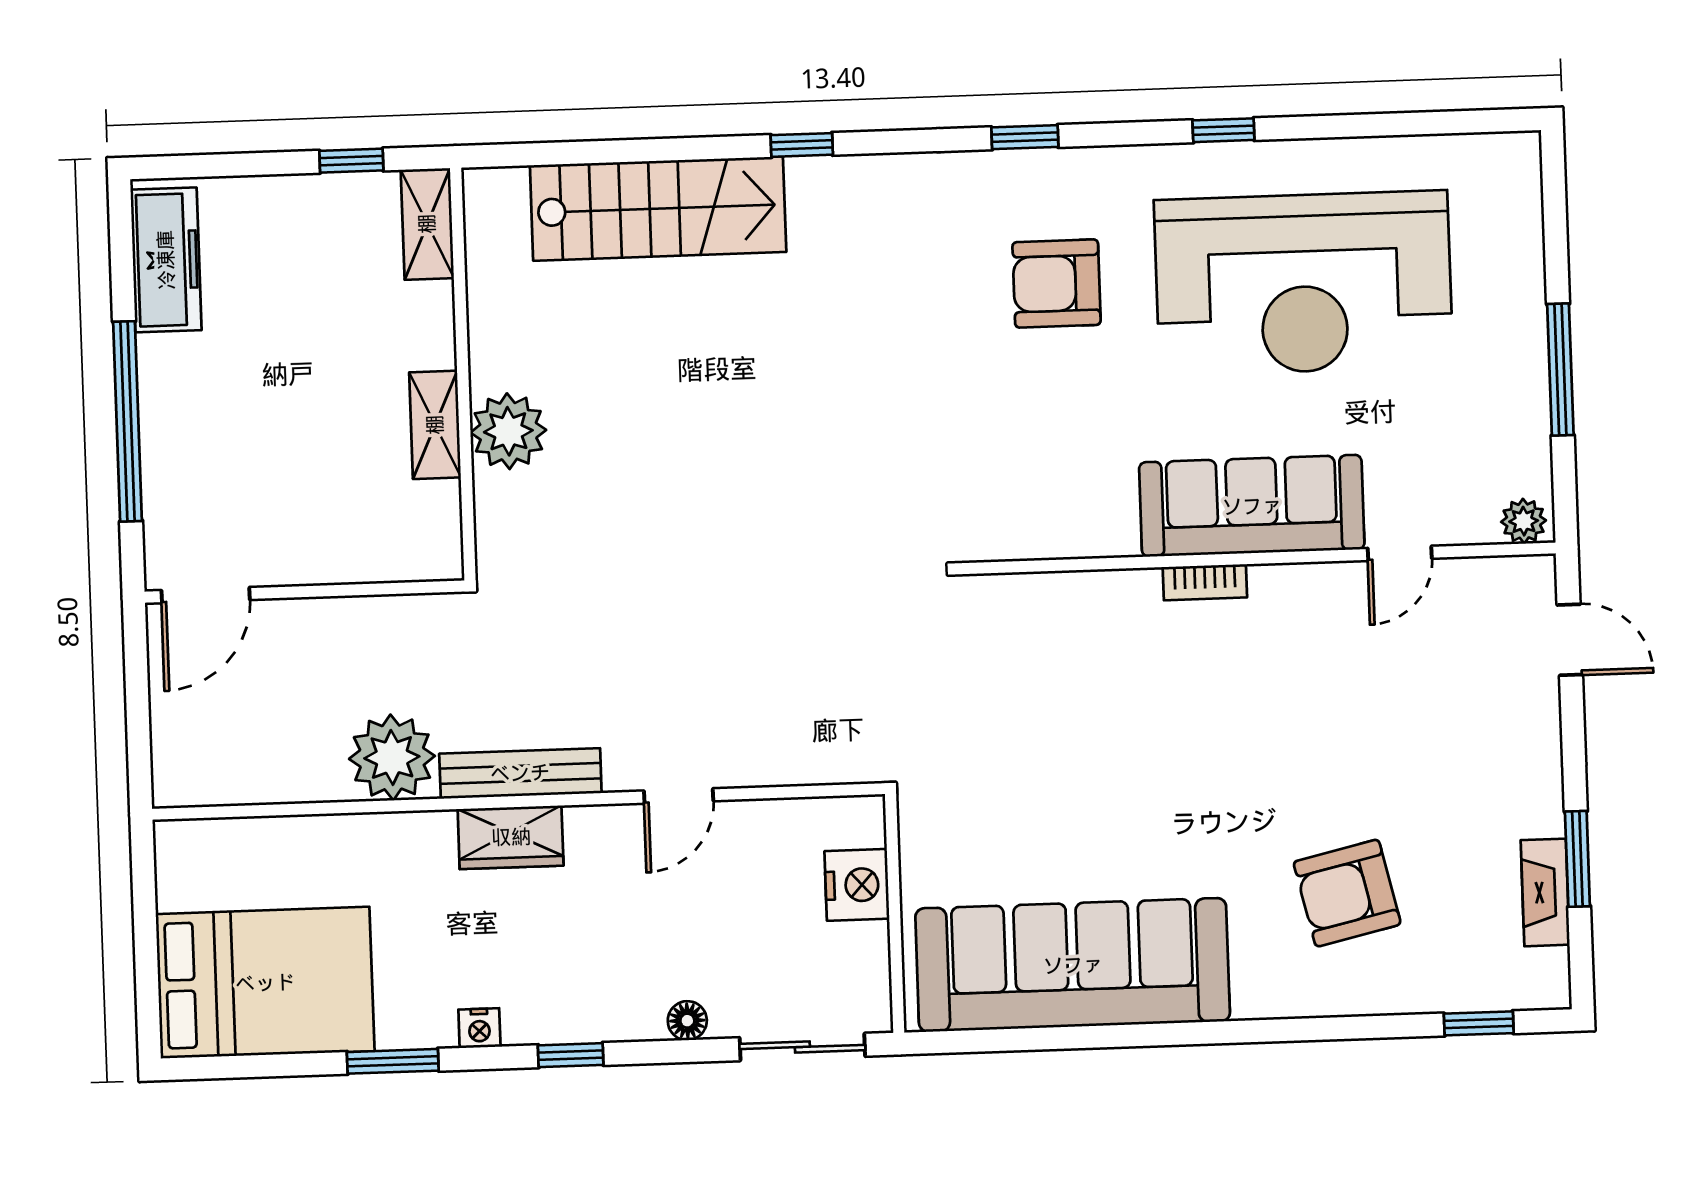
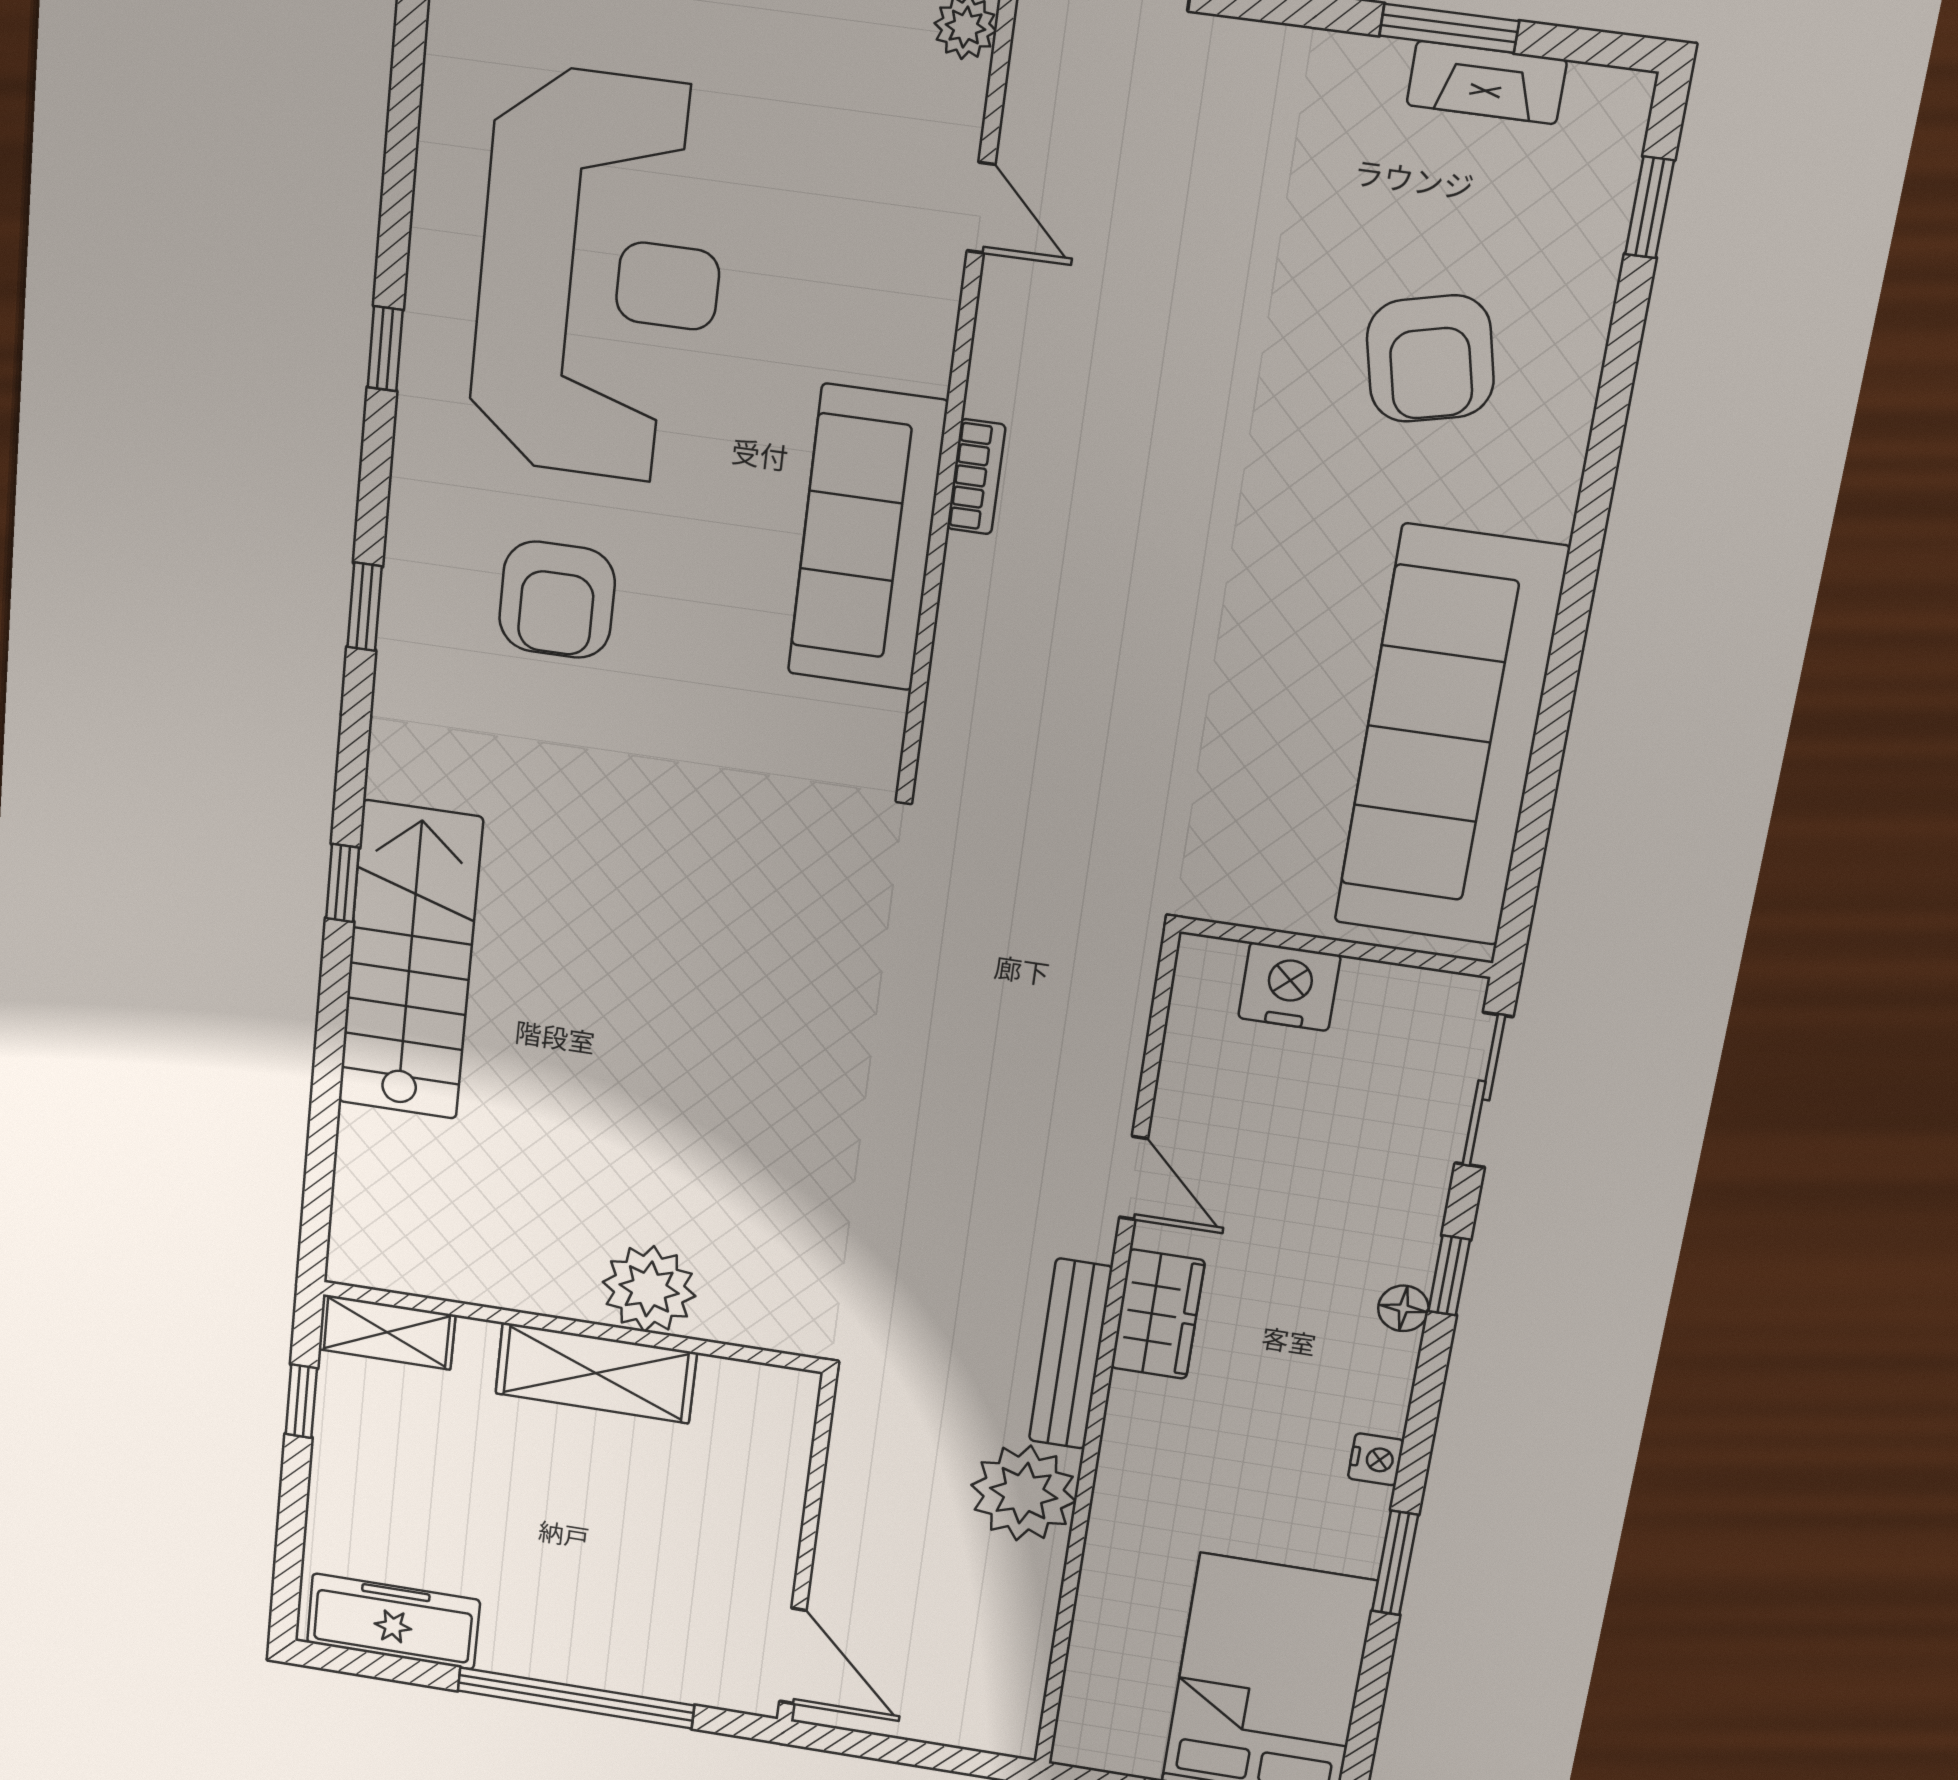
stairs: (658, 209) -> (410, 961), moved
shelving: (435, 425) -> (596, 1373), width x1.50, depth x1.33
sofa: (1252, 506) -> (867, 538), moved
wardrobe: (511, 837) -> (1158, 1314), moved
floor lamp: (687, 1021) -> (1403, 1308), moved
window: (571, 1055) -> (1449, 1275), moved

